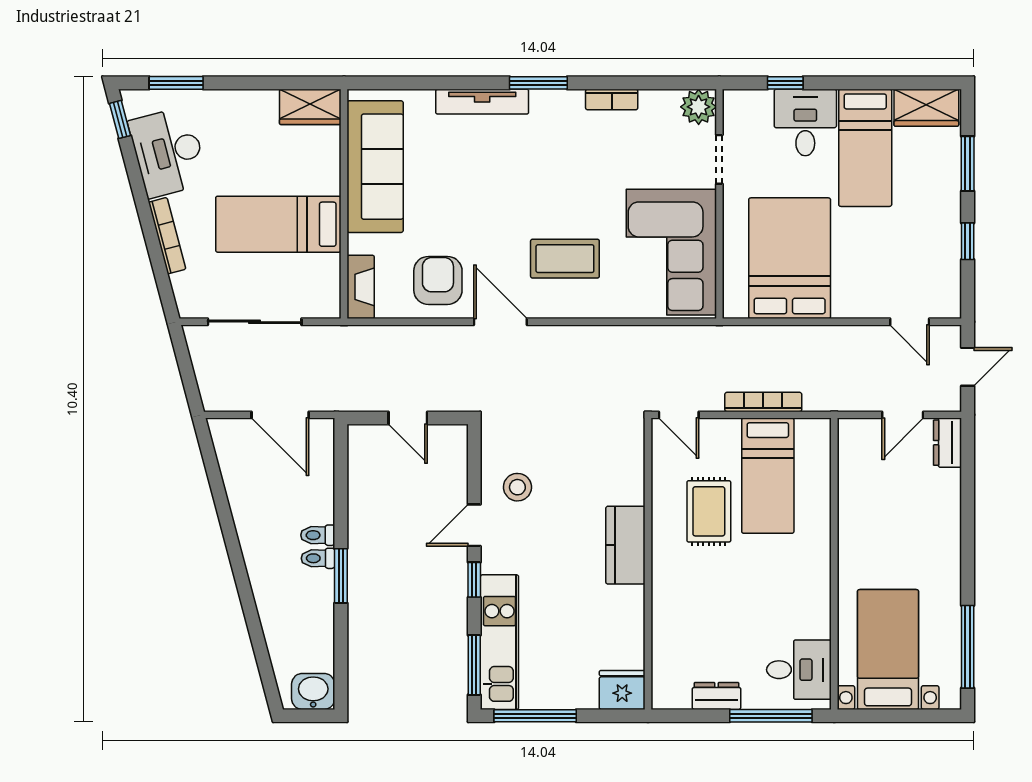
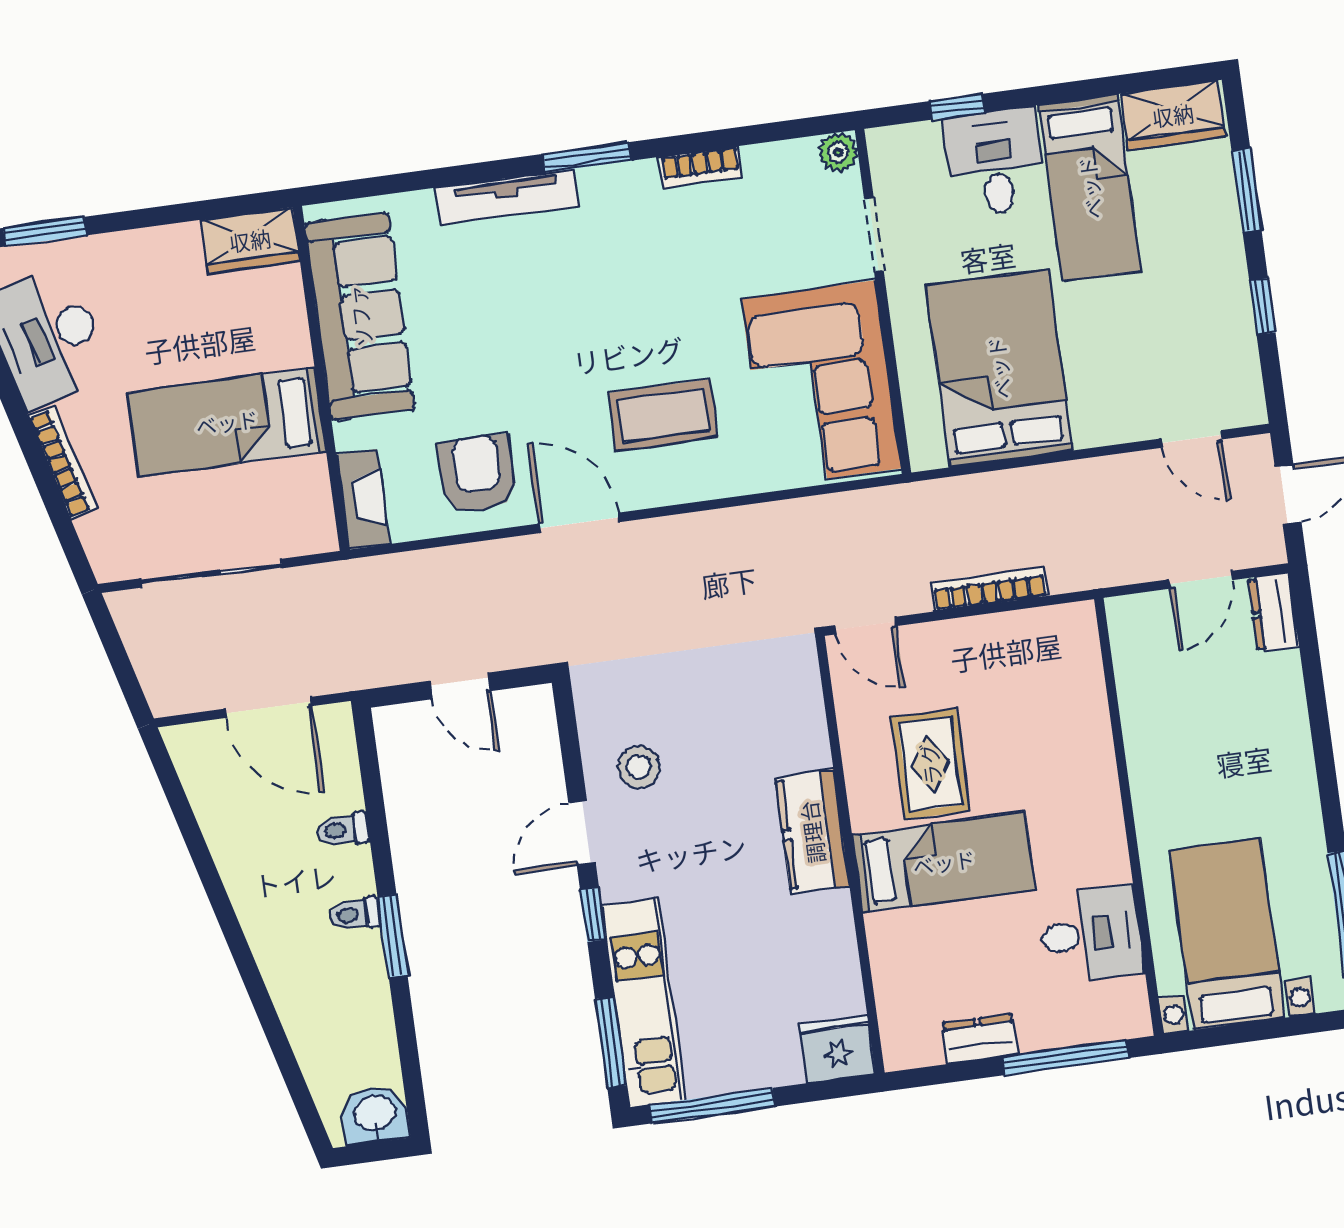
plant: (699, 107) -> (838, 152), width x0.73, depth x0.73
bed: (768, 476) -> (944, 862), moved, turned -90
toilet: (318, 535) -> (343, 830), moved
desk: (799, 670) -> (1091, 934), moved

